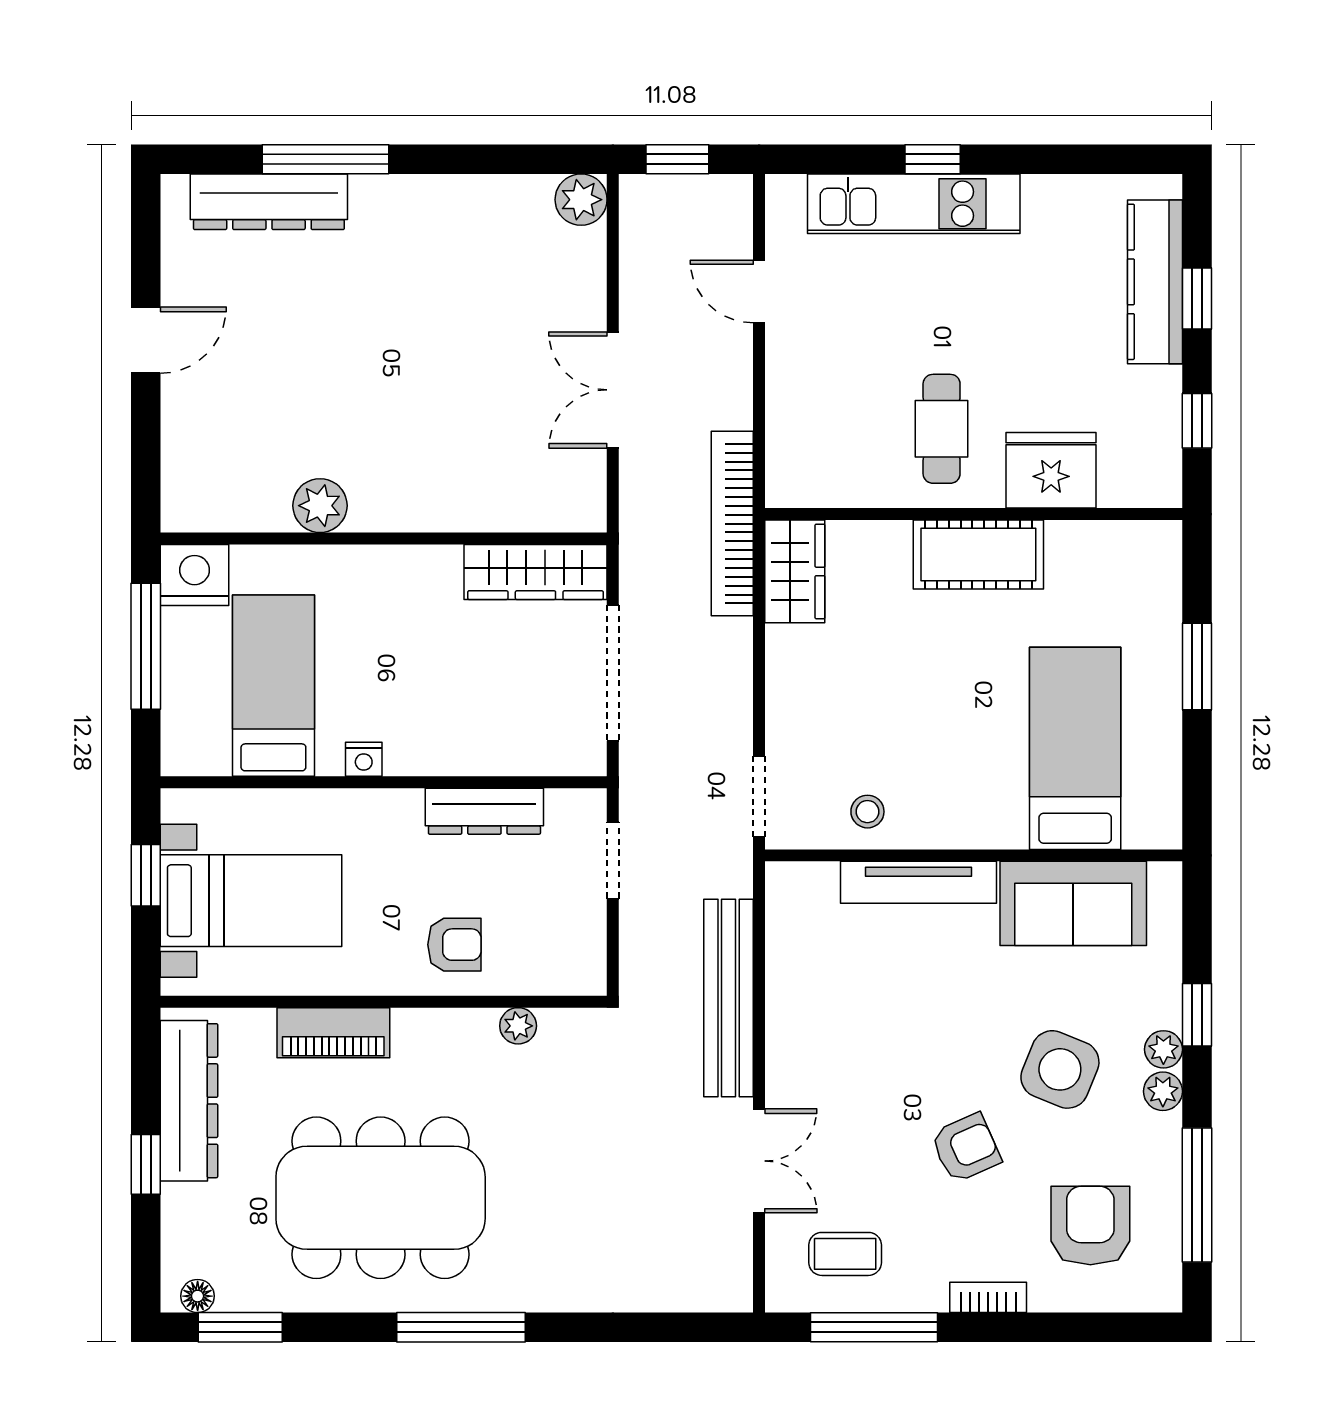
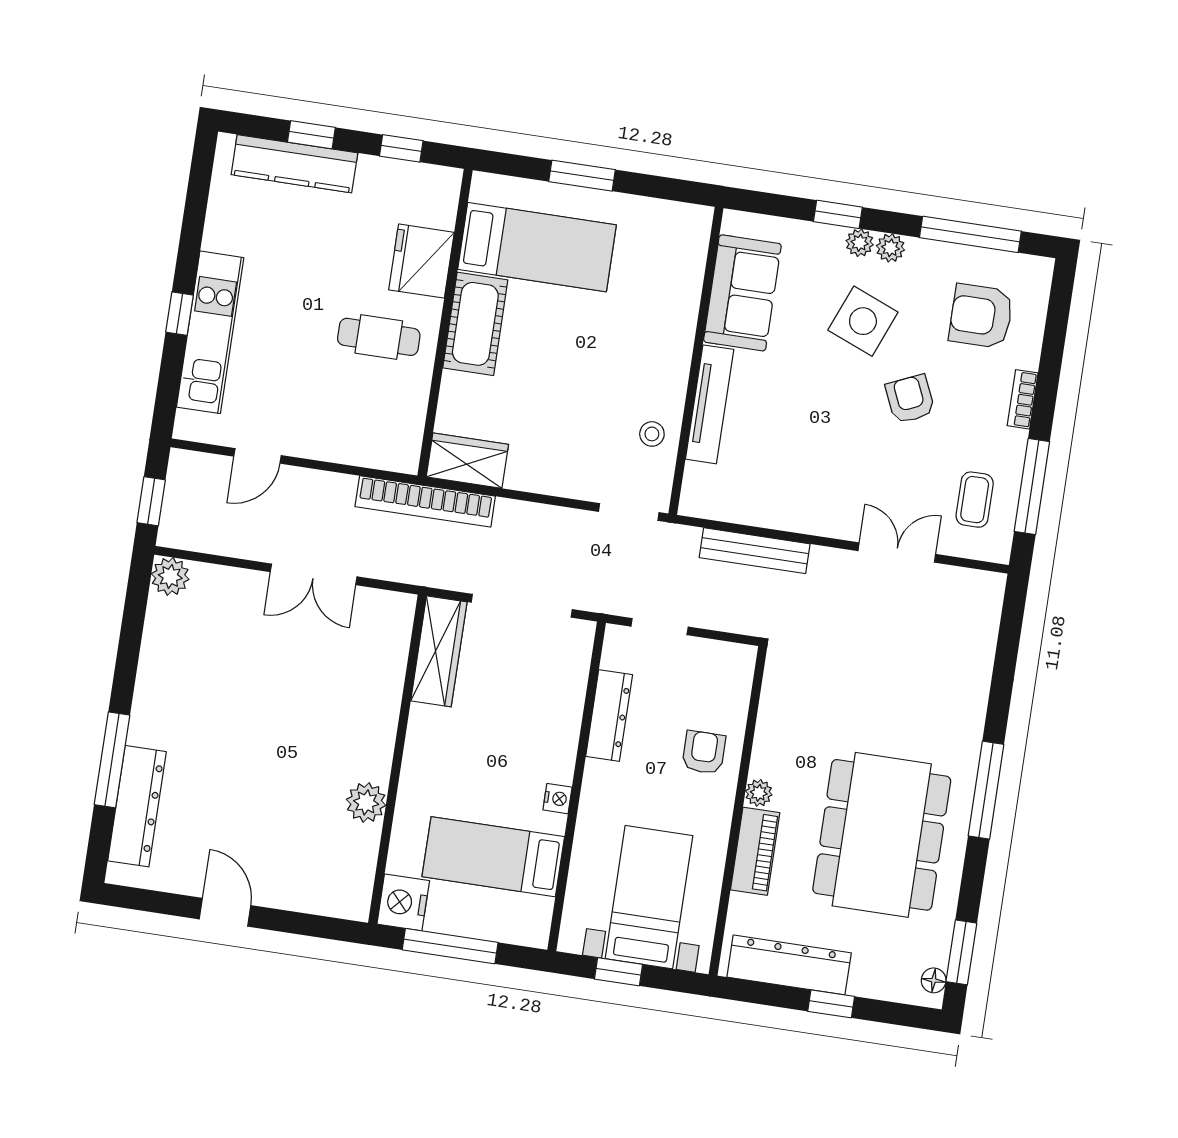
bed: (1075, 748) -> (537, 247), moved, turned 180
bench: (729, 998) -> (755, 551), width x0.73, depth x0.82
plant: (518, 1026) -> (759, 793), moved

